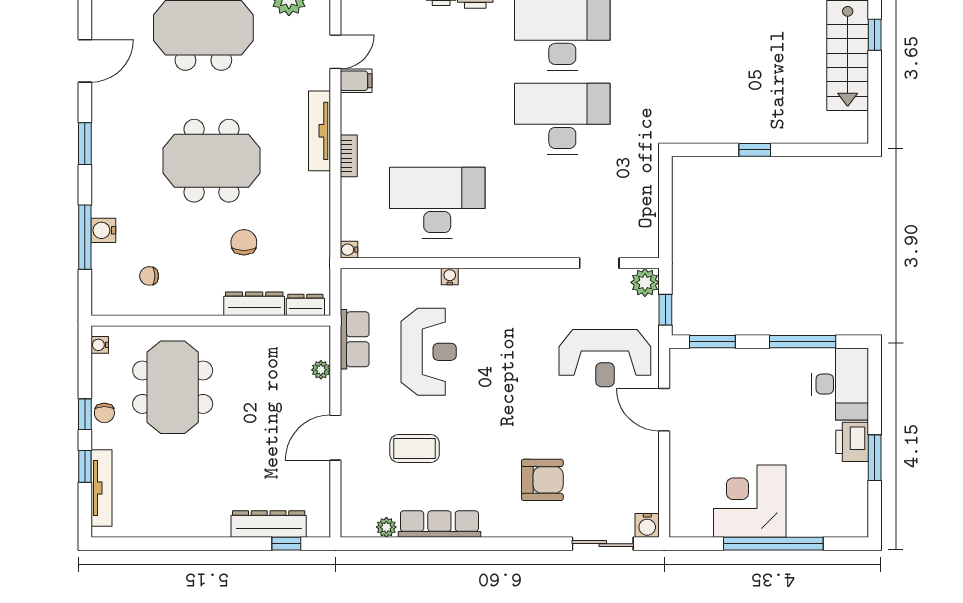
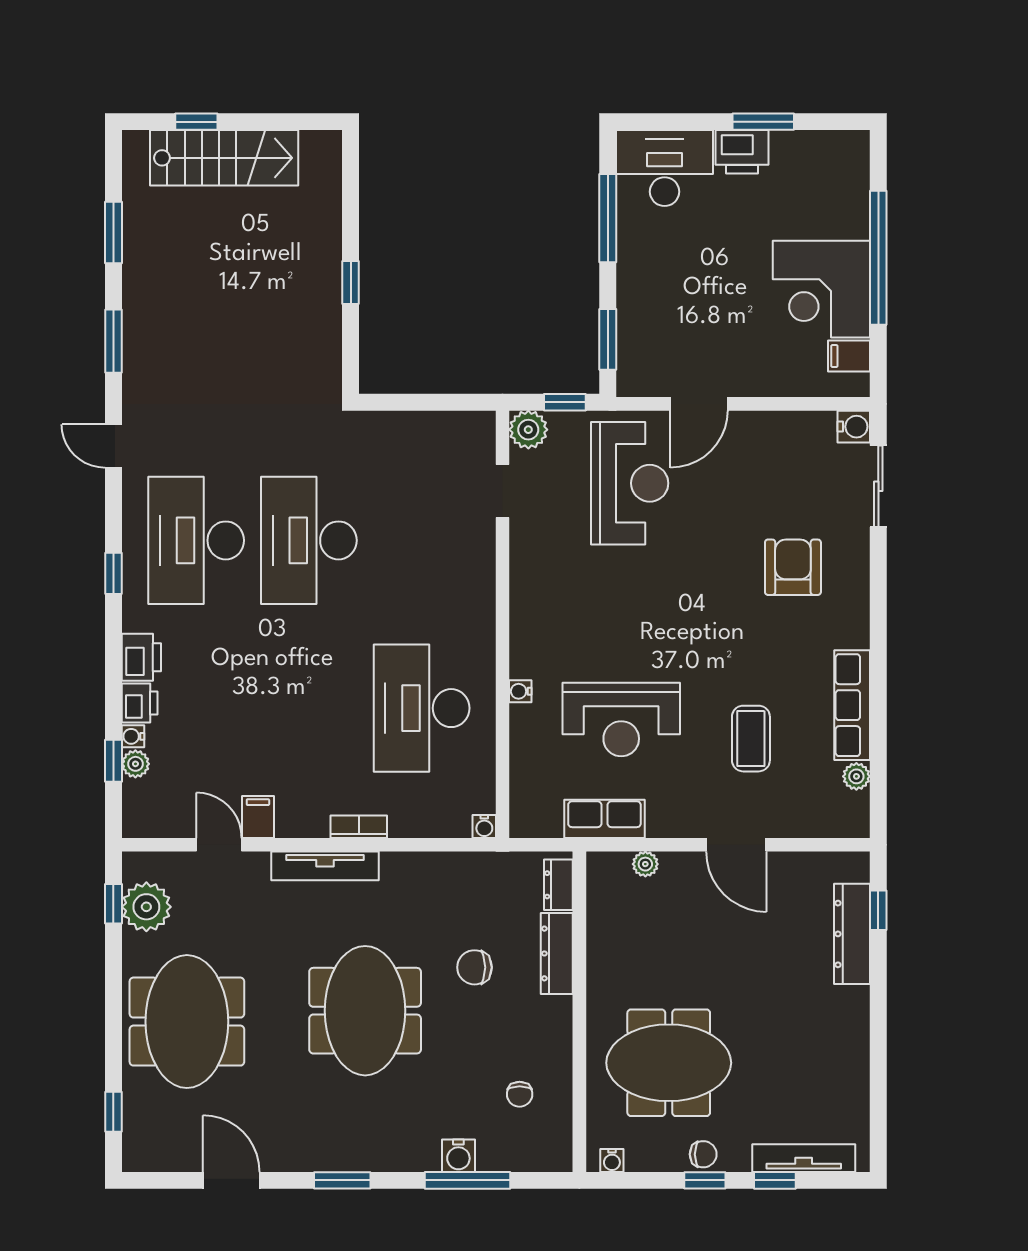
reception desk: (429, 352) -> (621, 720), turned 180
filing cabinet: (700, 522) -> (849, 356), added

